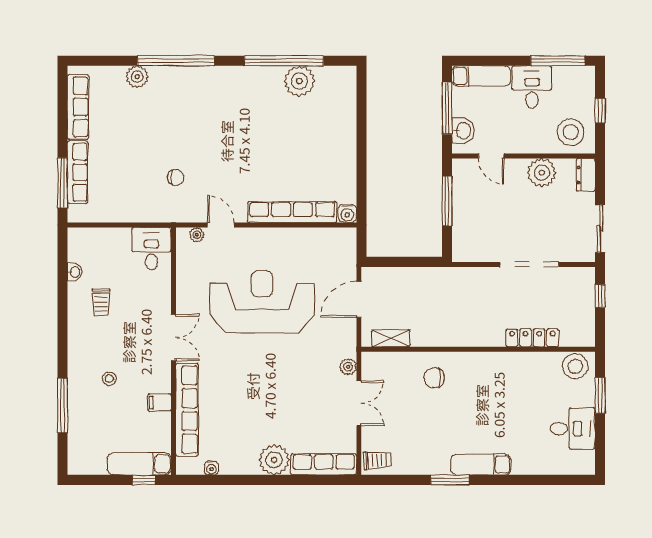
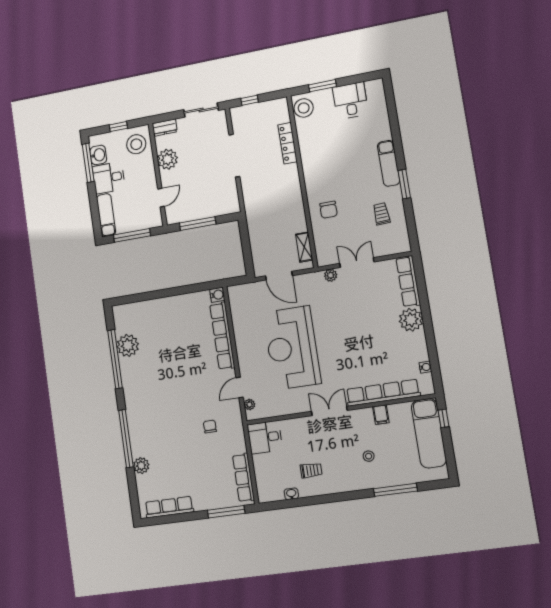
washbasin: (463, 131) -> (98, 155), moved, turned 90
row of seats: (78, 172) -> (244, 478), moved, turned -90
trolley: (377, 460) -> (381, 214), moved
exam couch: (139, 464) -> (429, 433), width x1.36, depth x1.45

